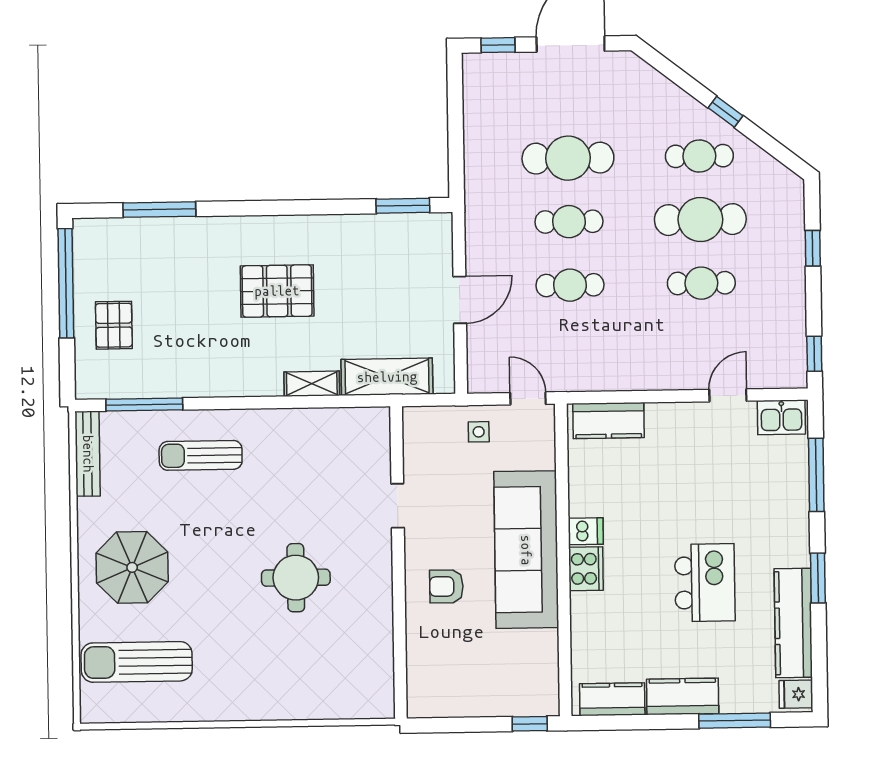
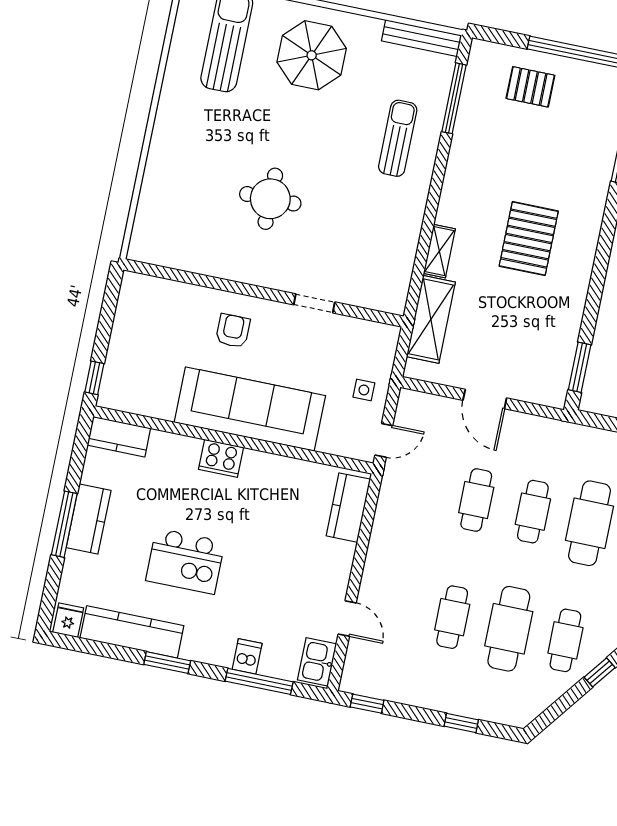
dishwasher: (586, 531) -> (247, 656), moved, turned 180
kitchen counter: (612, 699) -> (119, 437), moved, turned 90
window: (735, 721) -> (64, 524), moved

